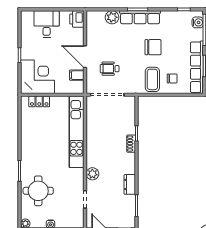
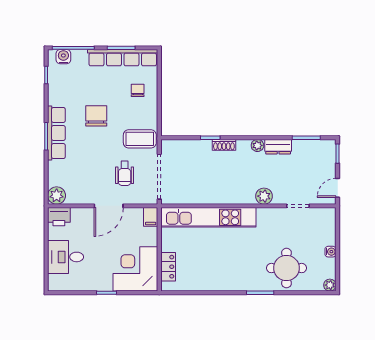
plant: (112, 17) -> (57, 196), moved
filing cabinet: (77, 75) -> (151, 217), moved
coffee table: (152, 79) -> (140, 139), moved
plant: (131, 169) -> (257, 145), added

